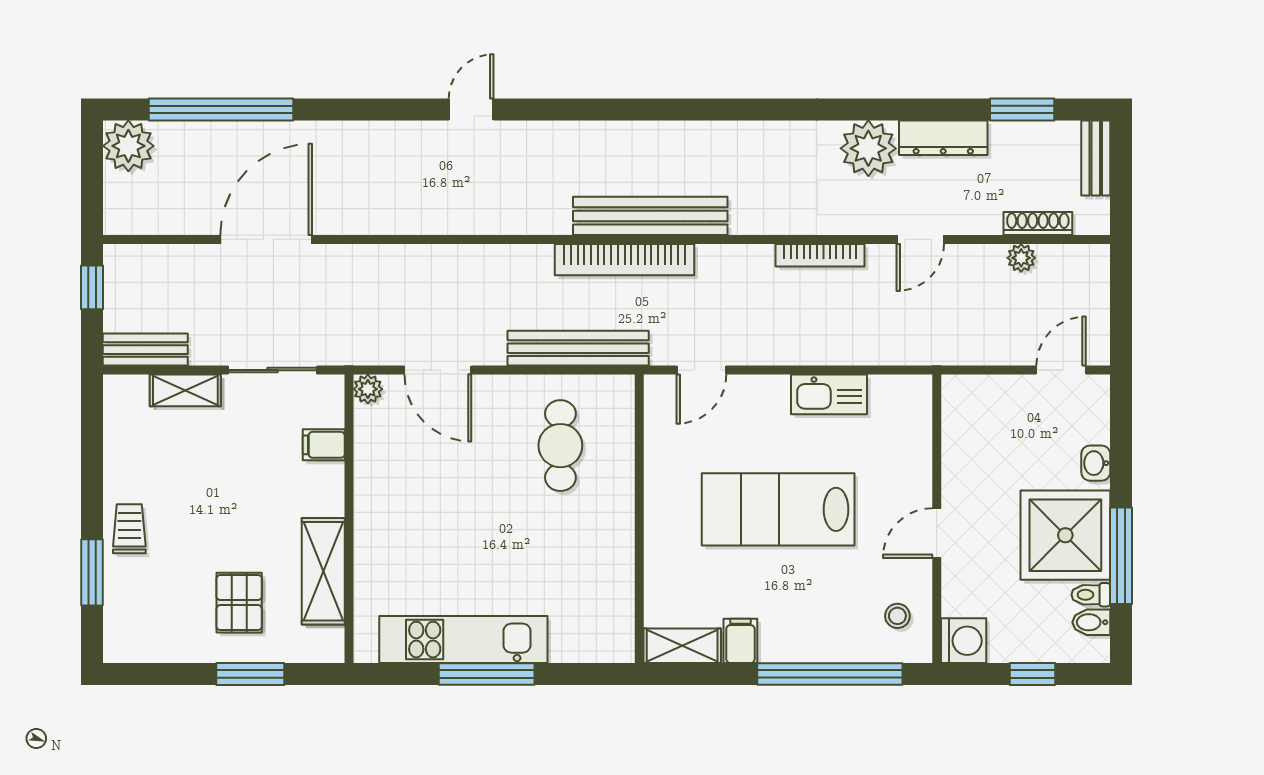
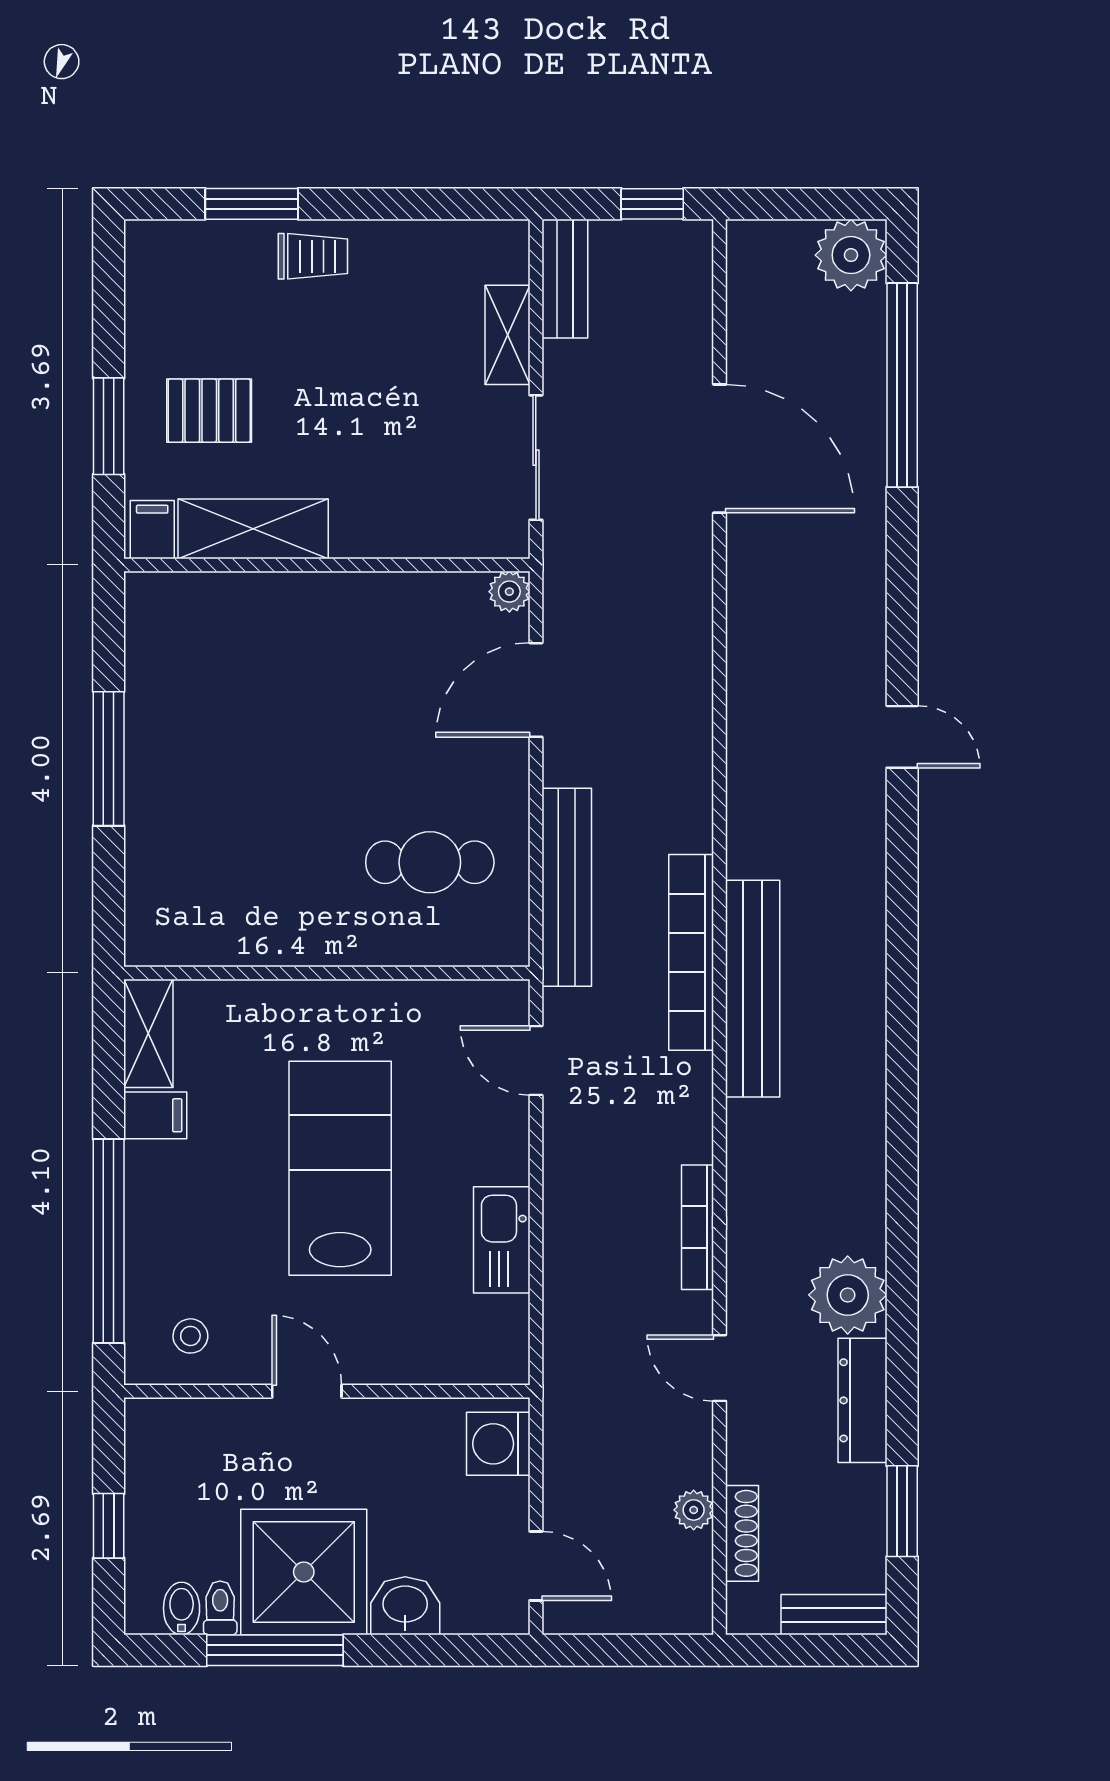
filing cabinet: (324, 445) -> (152, 530), moved
washbasin: (1096, 463) -> (405, 1606), width x1.38, depth x1.45
kitchen unit: (463, 640) -> (157, 726), removed
washing machine: (964, 641) -> (498, 1444), moved, turned 90

